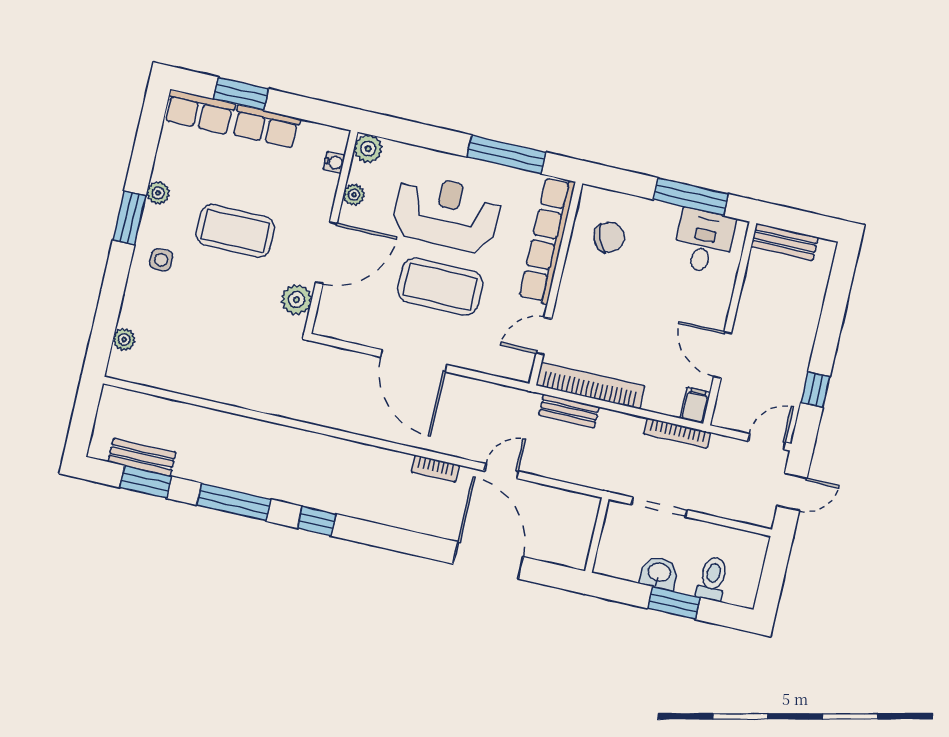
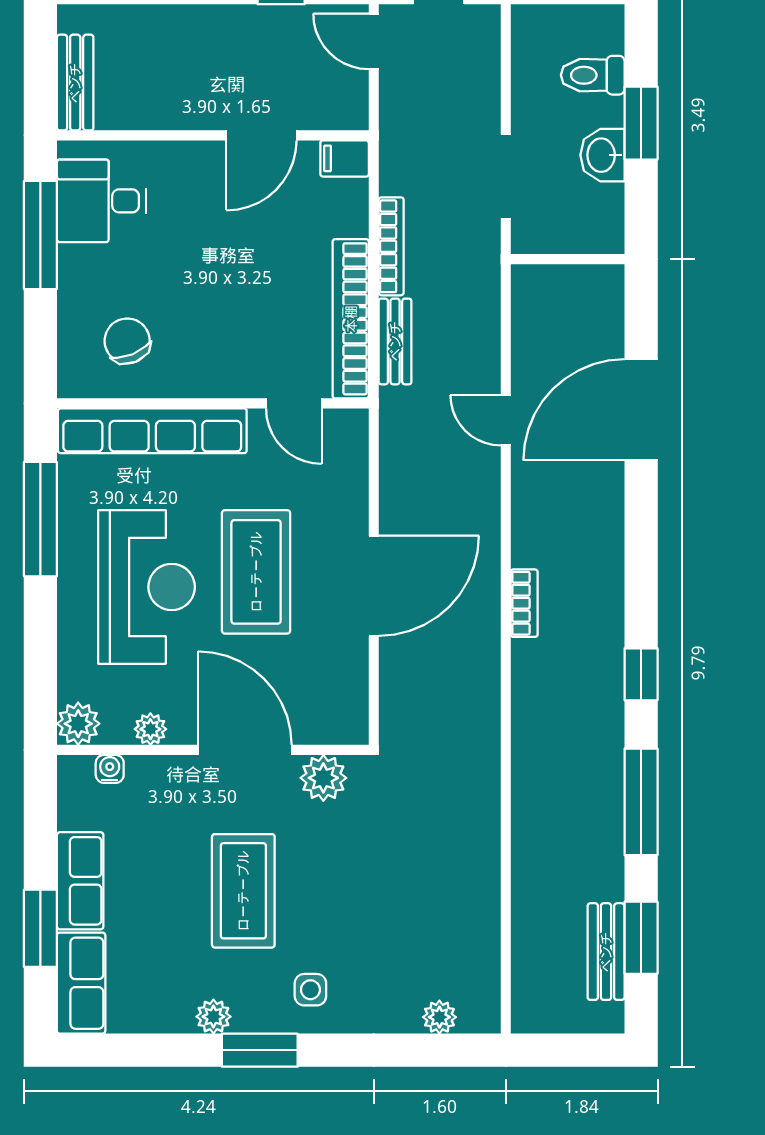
reception desk: (447, 213) -> (147, 587), turned 180
bookcase: (677, 433) -> (391, 246), moved
bookcase: (435, 468) -> (524, 603), moved

